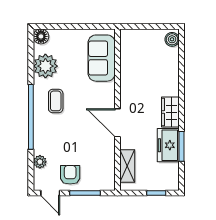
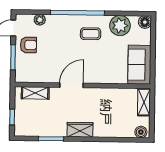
shelving: (136, 36) -> (144, 102), added
sofa: (102, 58) -> (139, 65), moved, turned -90
freezer: (168, 145) -> (52, 128), removed

